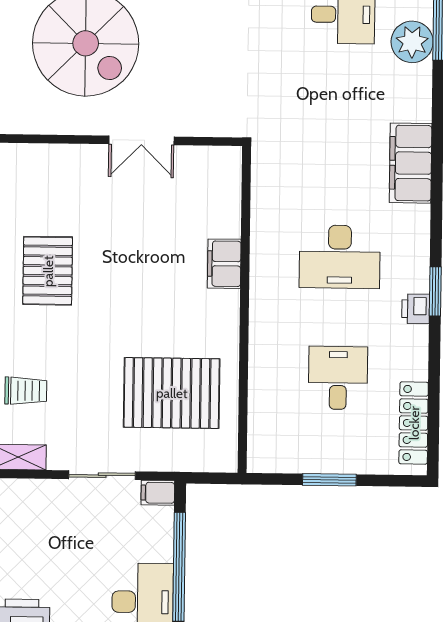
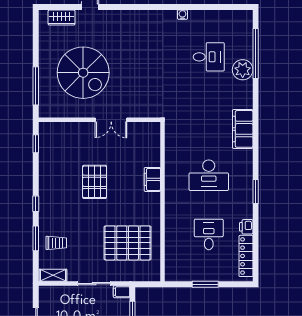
pallet: (48, 271) -> (95, 182), moved
printer: (416, 309) -> (246, 227), moved

